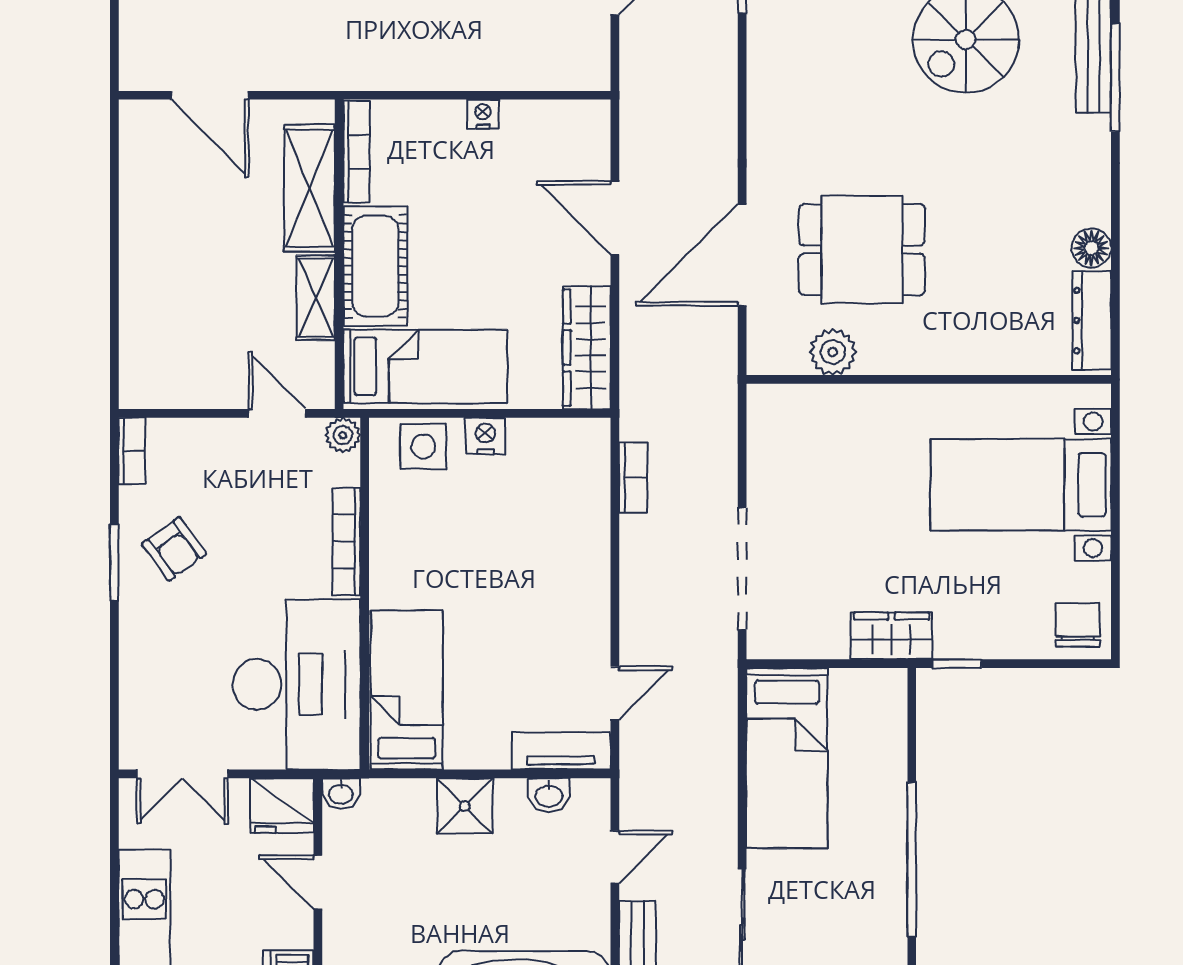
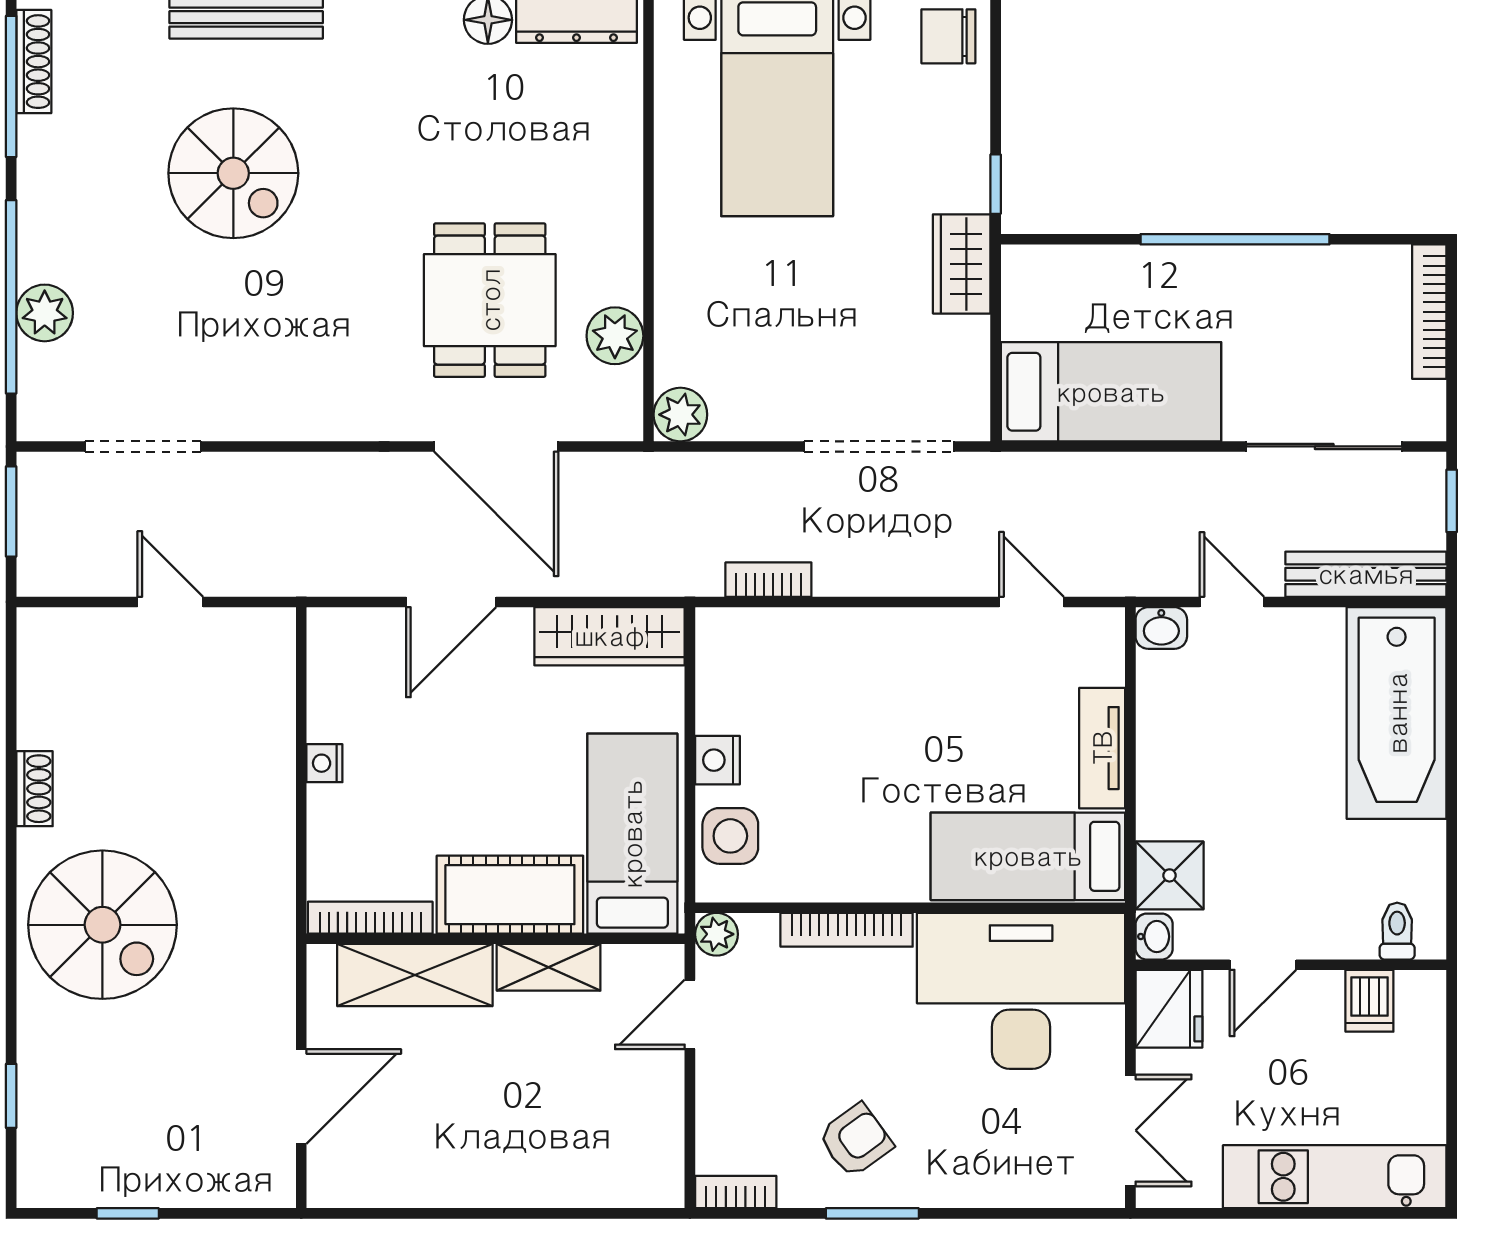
plant: (768, 406) -> (680, 415), added
tv unit: (561, 751) -> (1102, 748), moved
washbasin: (549, 795) -> (1161, 628), moved, turned 90
shower: (465, 806) -> (1170, 875), moved

